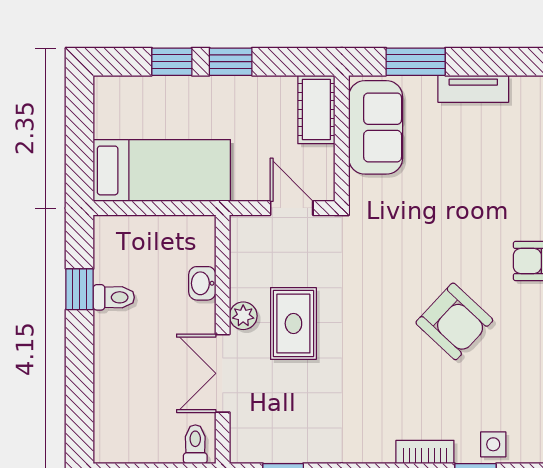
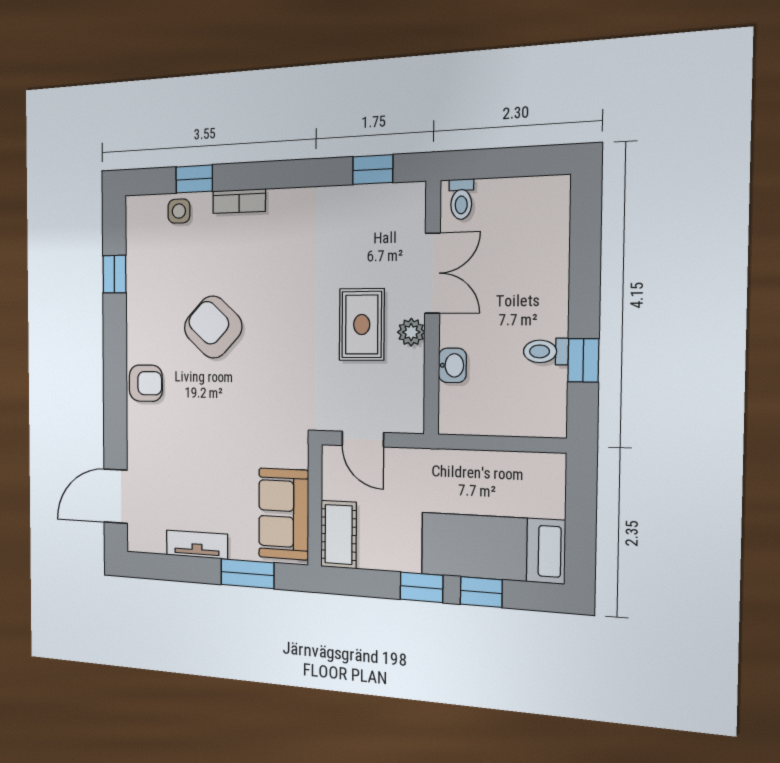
bed: (162, 170) -> (492, 548), moved

